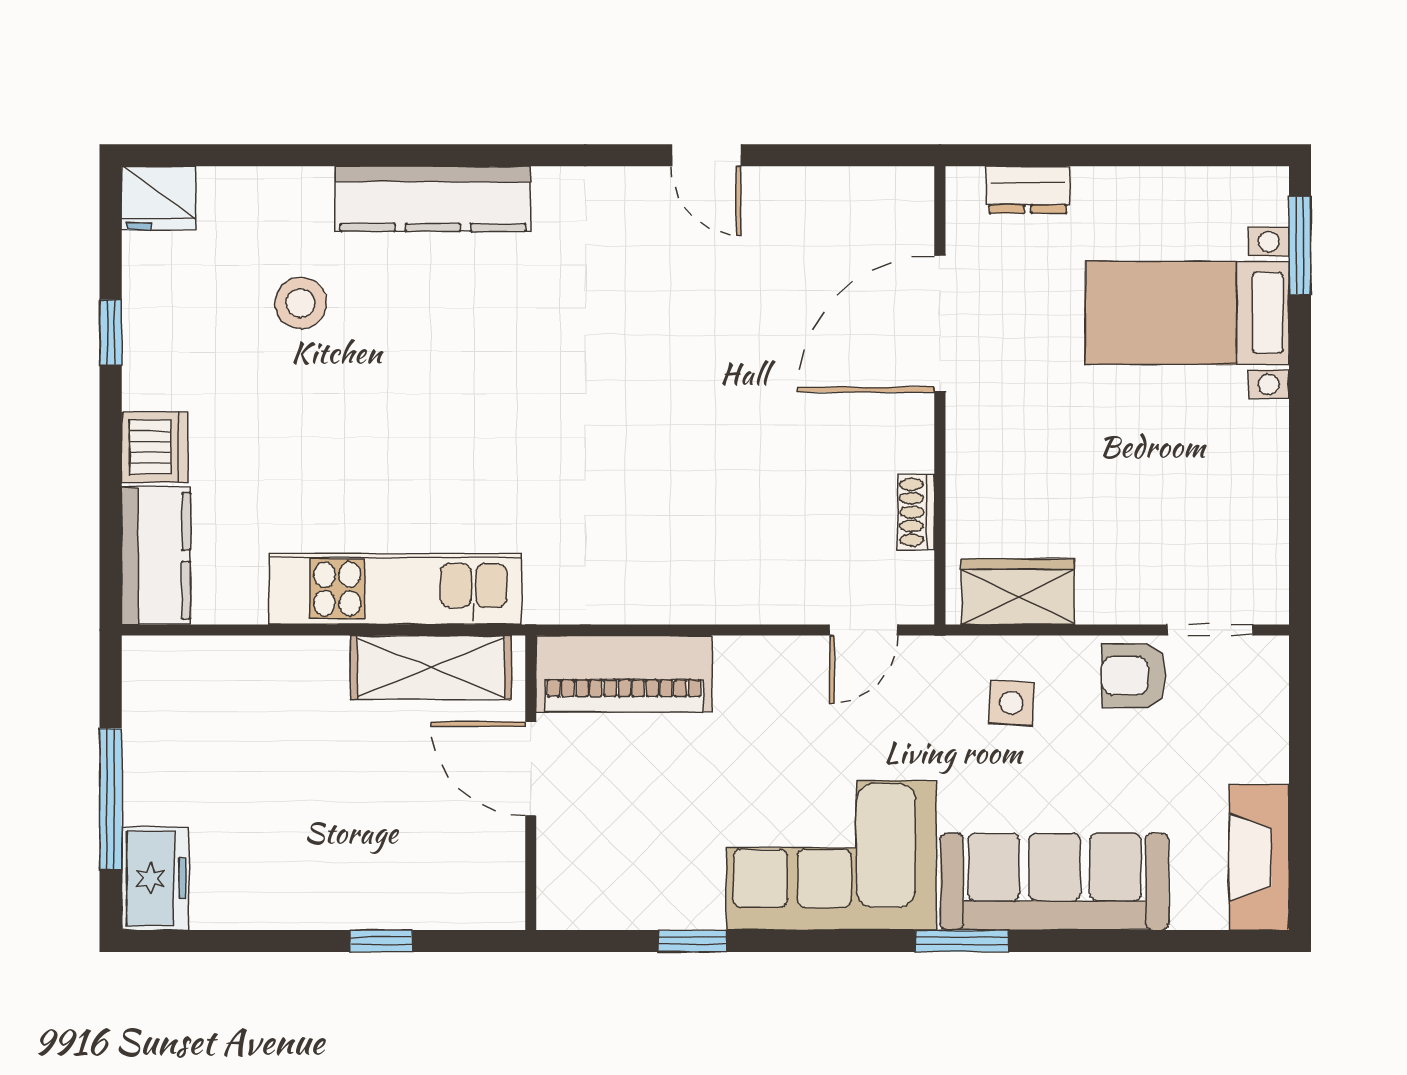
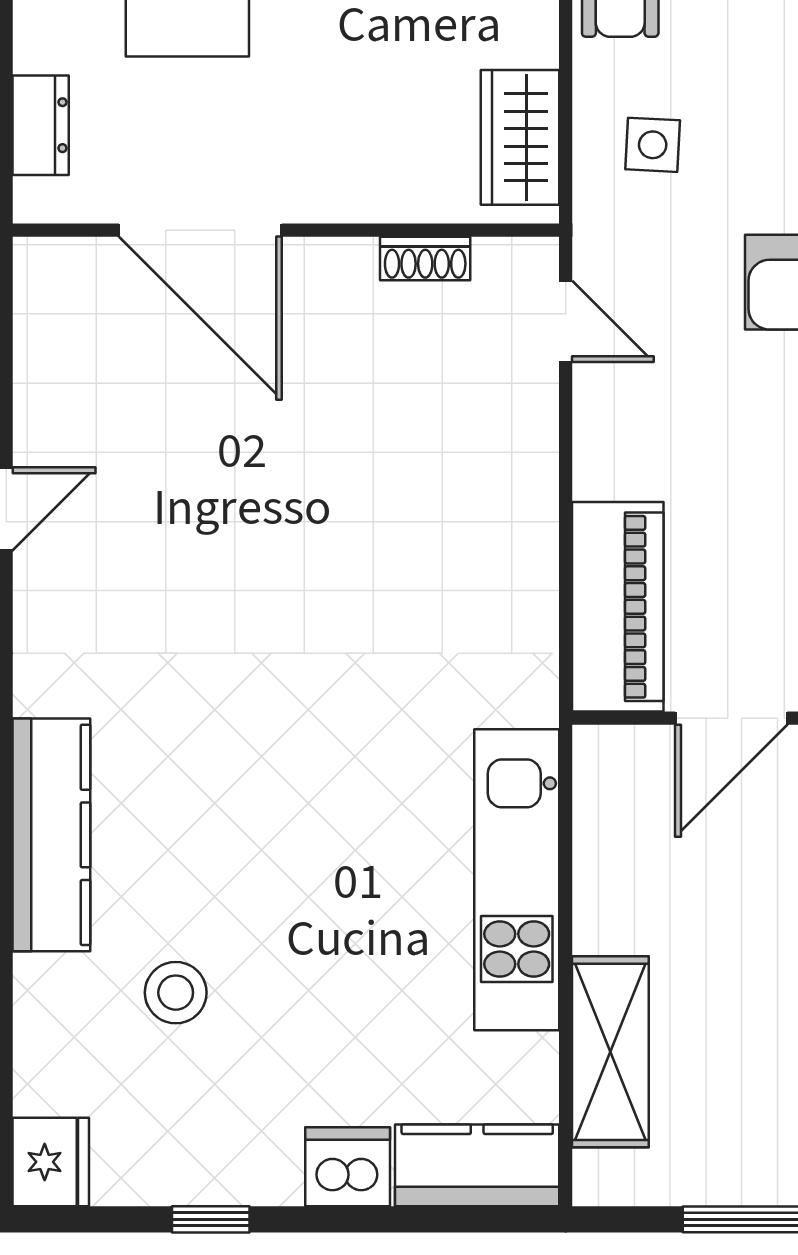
shelving: (431, 668) -> (610, 1052), moved

